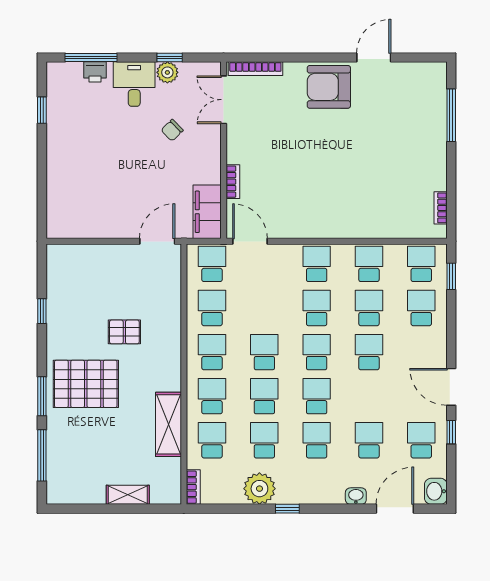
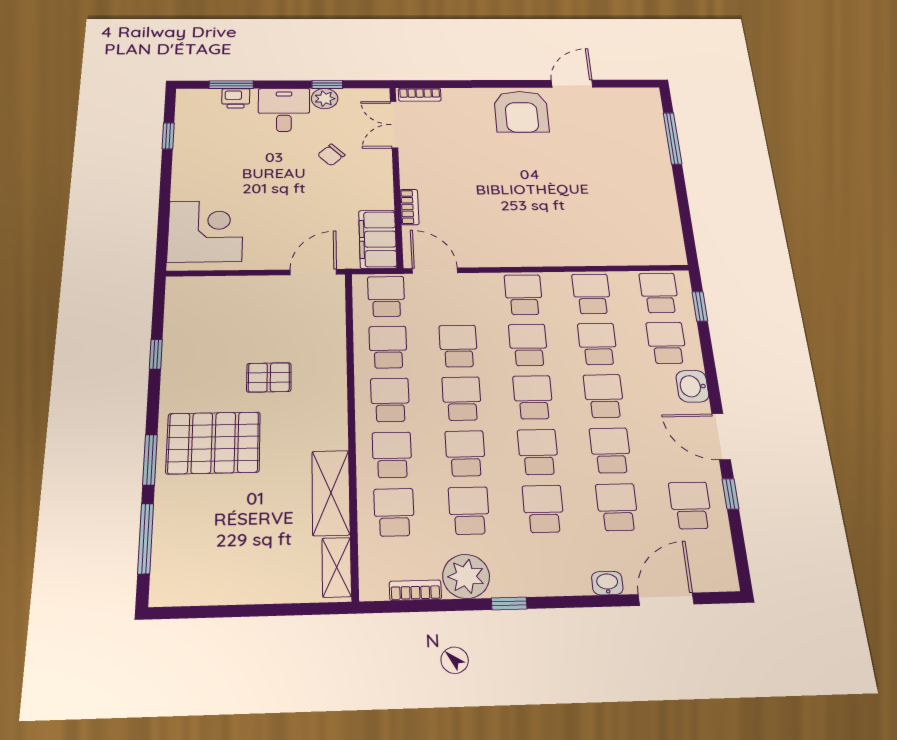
window: (91, 58) -> (231, 85), width x0.69
bookcase: (255, 69) -> (420, 95), width x0.64
armchair: (329, 87) -> (521, 112), turned -90
corner desk: (74, 203) -> (205, 231), added
bookcase: (441, 208) -> (674, 232), removed
school desk: (264, 308) -> (458, 346), added
school desk: (369, 396) -> (610, 450), added
bookcase: (193, 487) -> (415, 590), moved, turned -90
washbasin: (436, 491) -> (692, 386), moved
shelving: (128, 495) -> (337, 567), moved, turned 90

